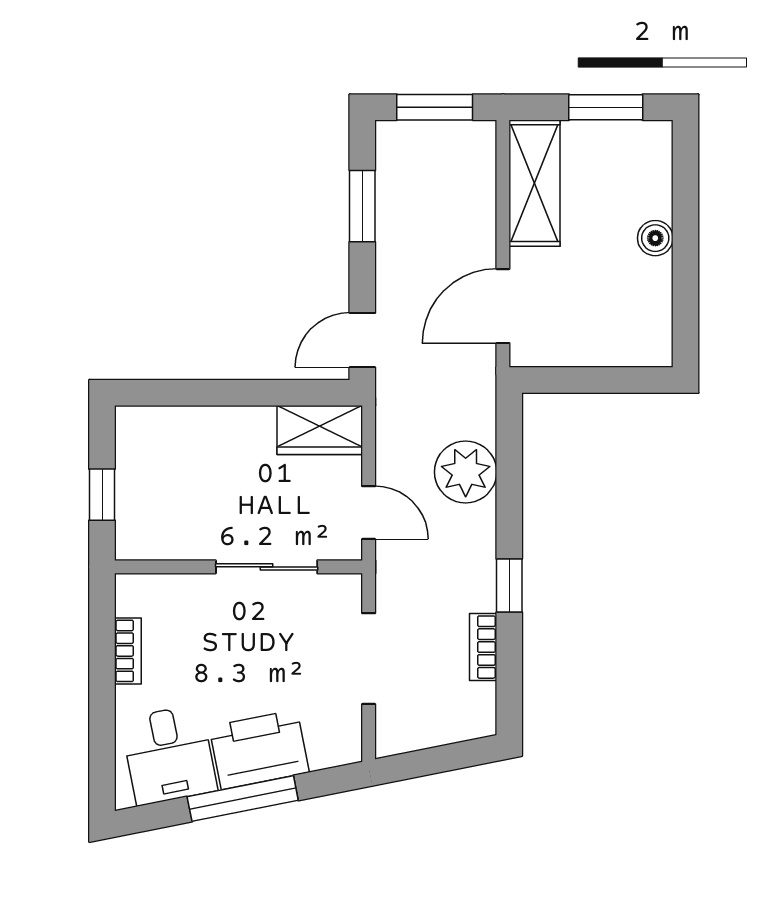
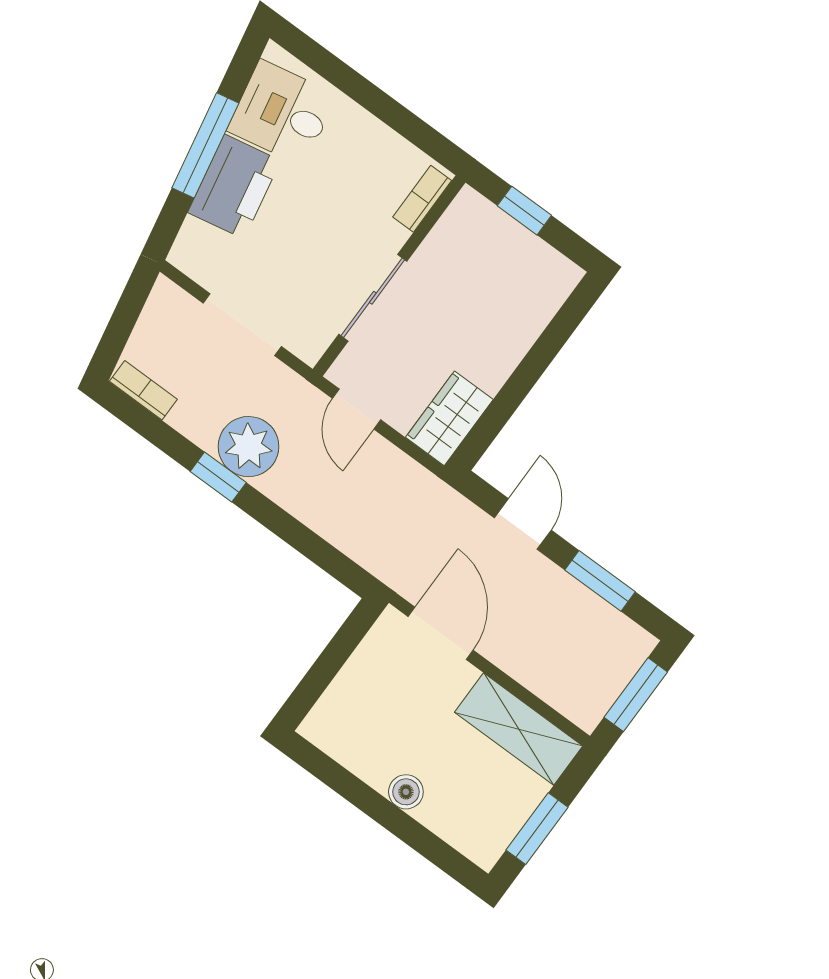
door: (362, 340) -> (523, 524), moved
plant: (466, 472) -> (249, 447), moved
door: (369, 513) -> (356, 409), hinge flipped
bookcase: (483, 647) -> (143, 390), moved
bookcase: (128, 651) -> (422, 199), moved, turned 90

